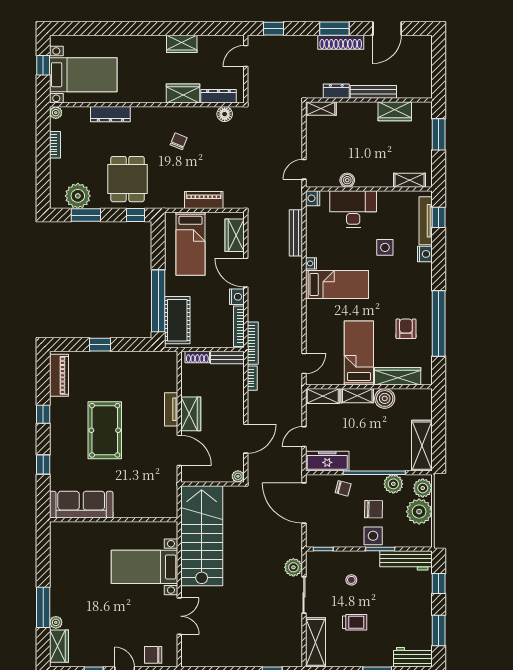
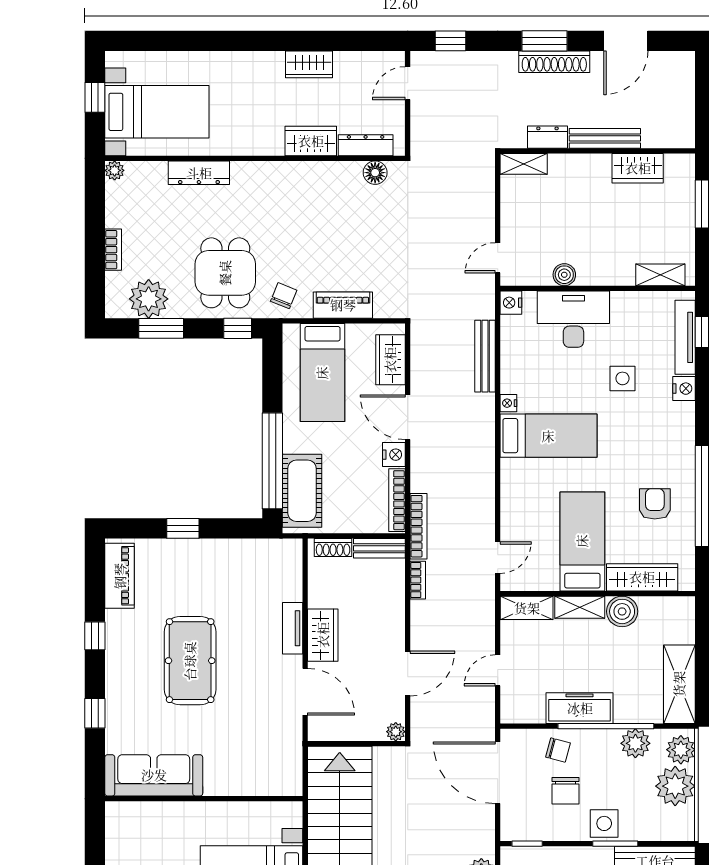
chair: (179, 141) -> (284, 296), moved
bookcase: (55, 145) -> (113, 250), moved
freezer: (327, 461) -> (580, 708), moved
chair: (374, 509) -> (566, 791), moved, turned 89

